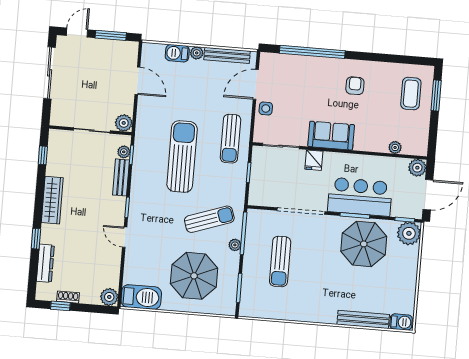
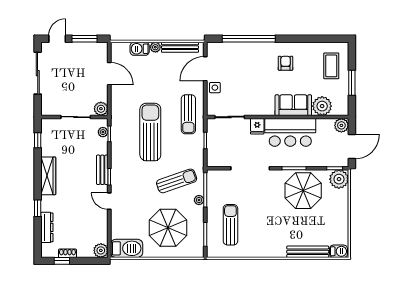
window: (436, 95) -> (352, 83), moved
sofa: (331, 136) -> (293, 105), moved
plant: (395, 147) -> (322, 106), width x1.87, depth x1.87
bench: (121, 177) -> (102, 170), moved
bar counter: (360, 197) -> (290, 132), moved, turned 180
sun lounger: (280, 262) -> (230, 225), moved, turned 180

